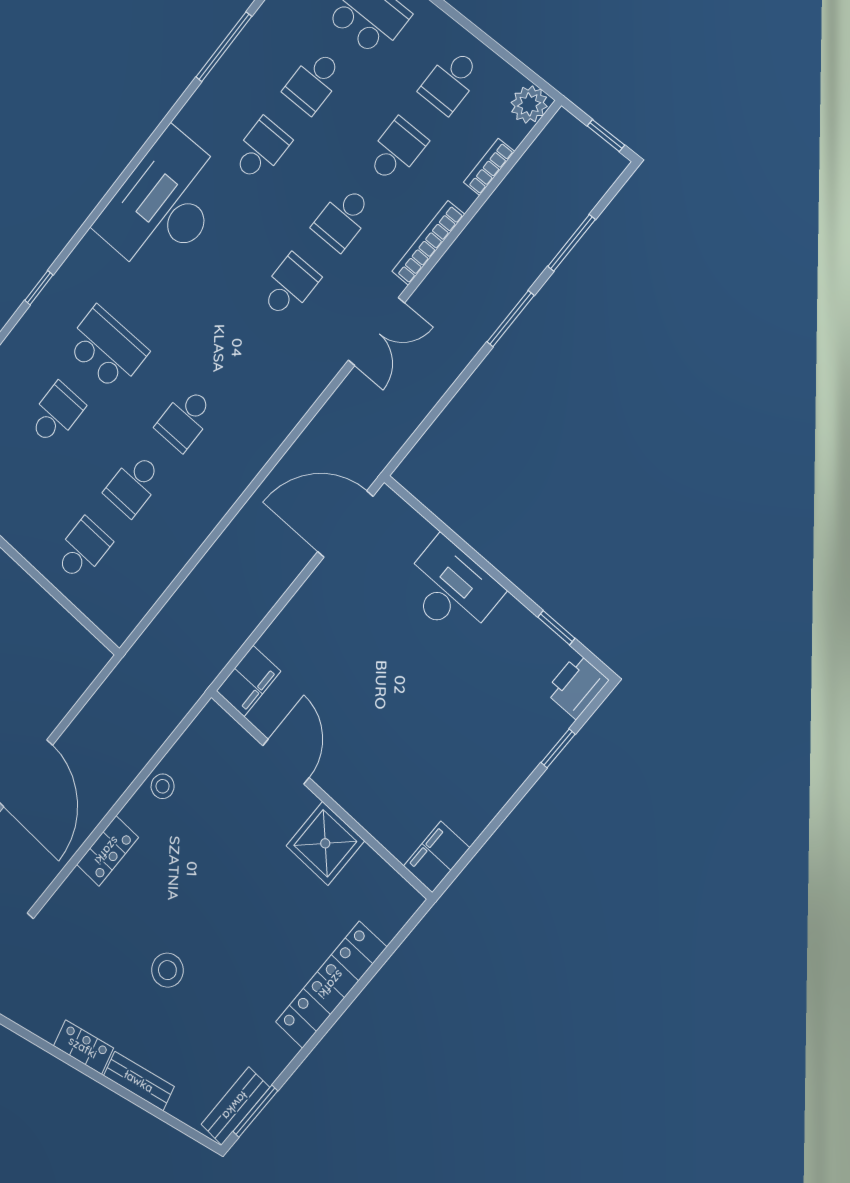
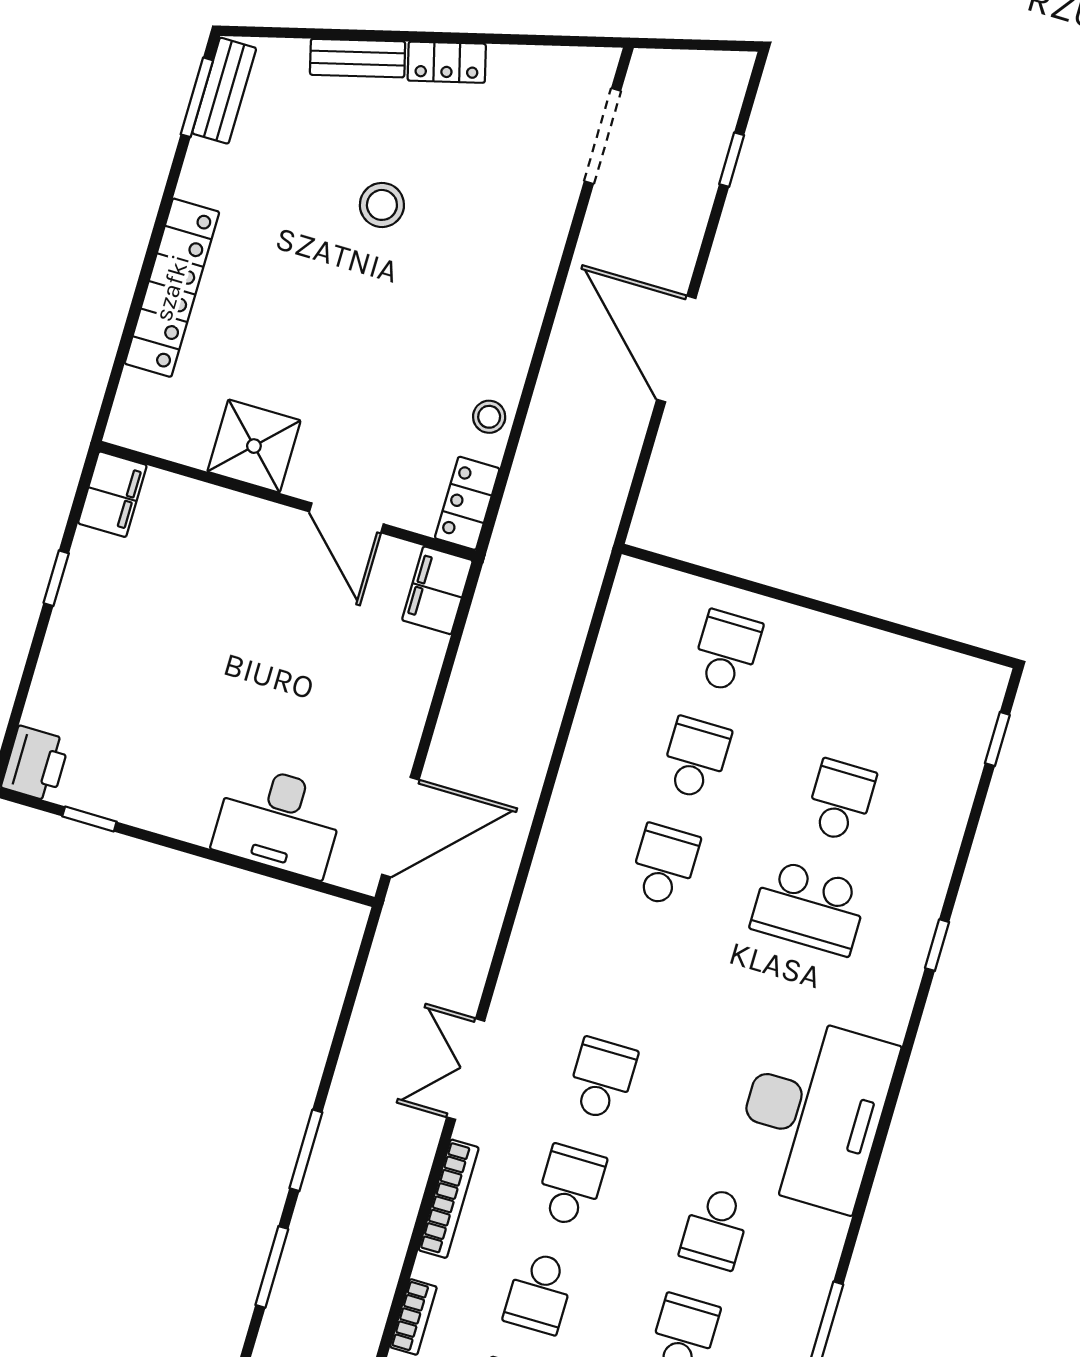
school desk: (290, 286) -> (602, 1079), turned 180
school desk: (56, 414) -> (840, 801), turned 180
school desk: (83, 550) -> (727, 651), turned 180
desk: (451, 589) -> (279, 821), moved
window: (558, 748) -> (56, 578), moved
locker: (107, 851) -> (467, 503), moved

